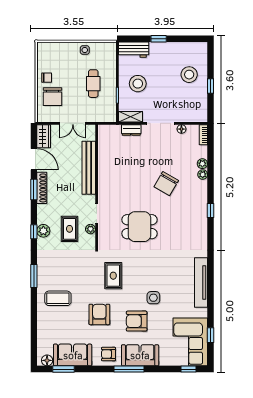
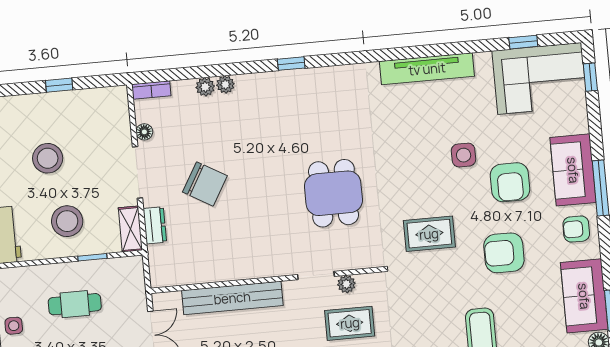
stool: (189, 75) -> (48, 158), moved
chair: (166, 184) -> (205, 184), moved
armchair: (108, 354) -> (576, 229), turned 90

